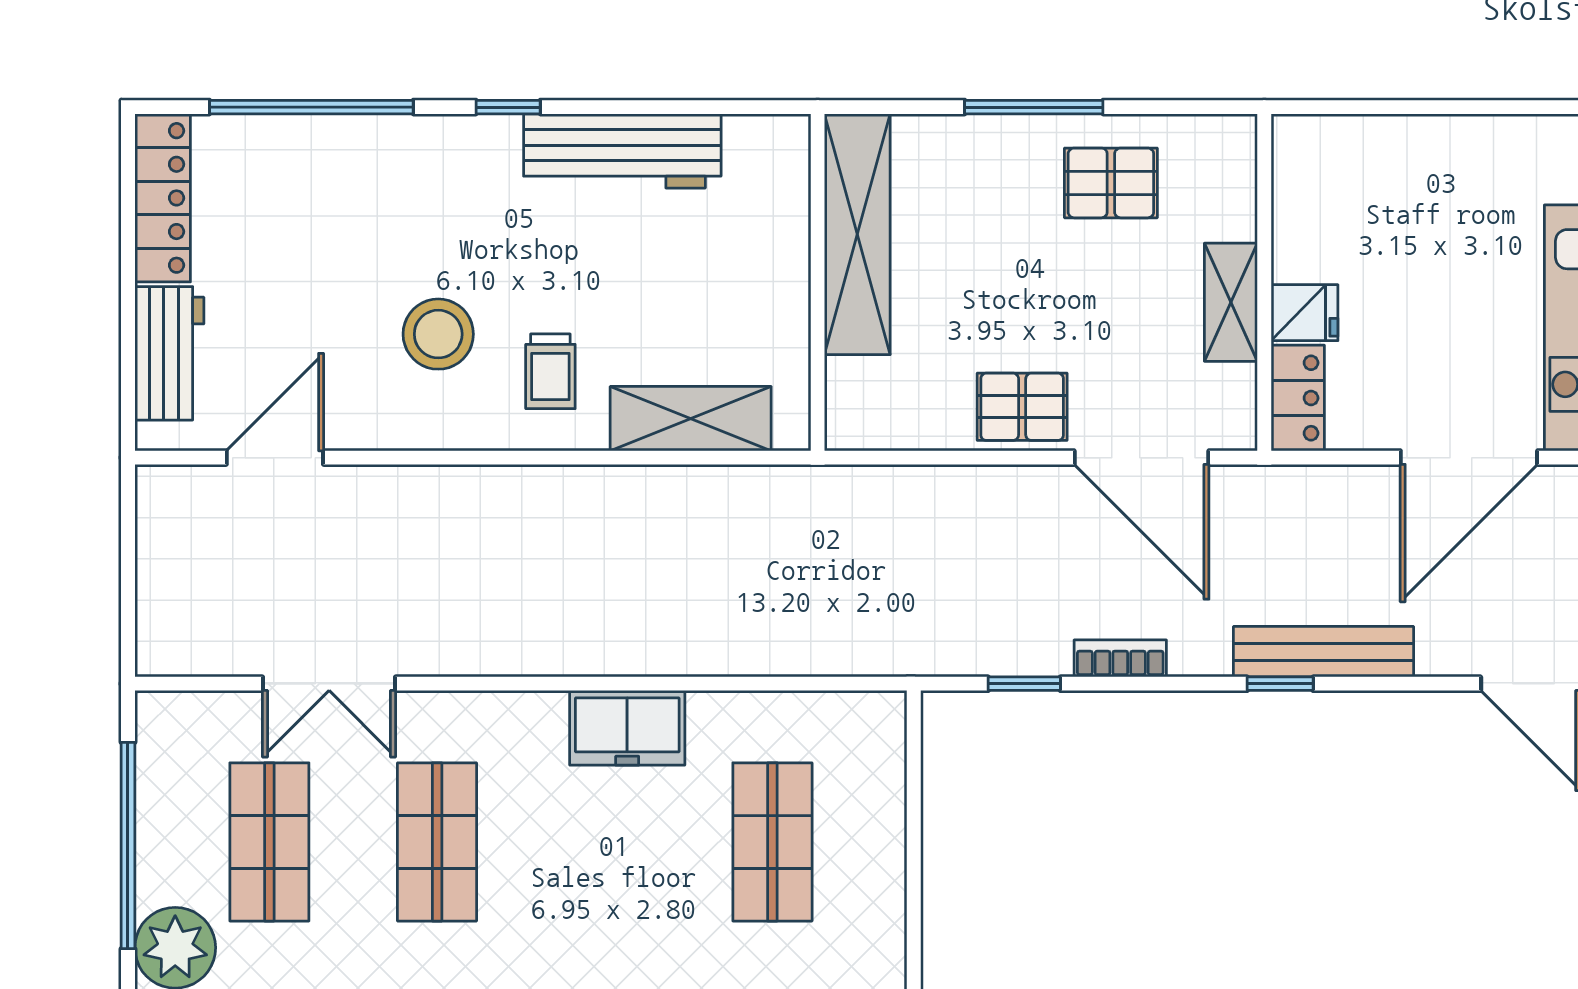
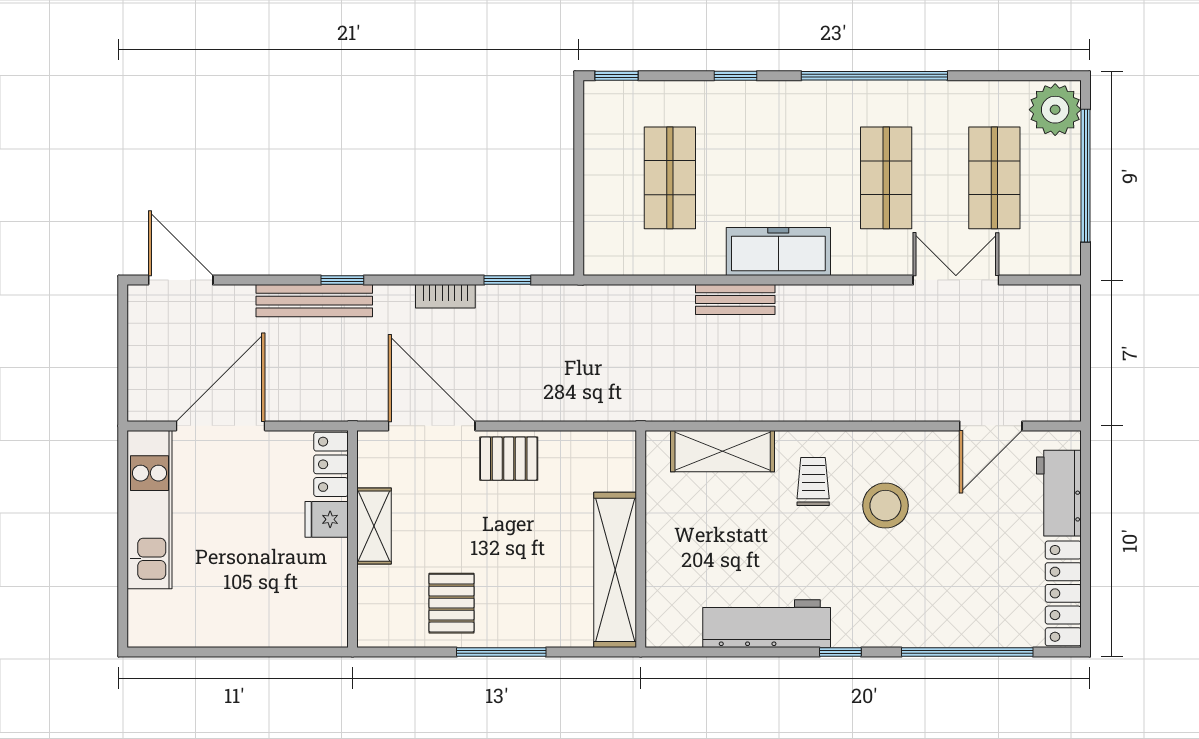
pallet: (1111, 183) -> (451, 603), turned 90
bench: (671, 653) -> (735, 300), added
freezer: (627, 728) -> (778, 252), width x1.40

